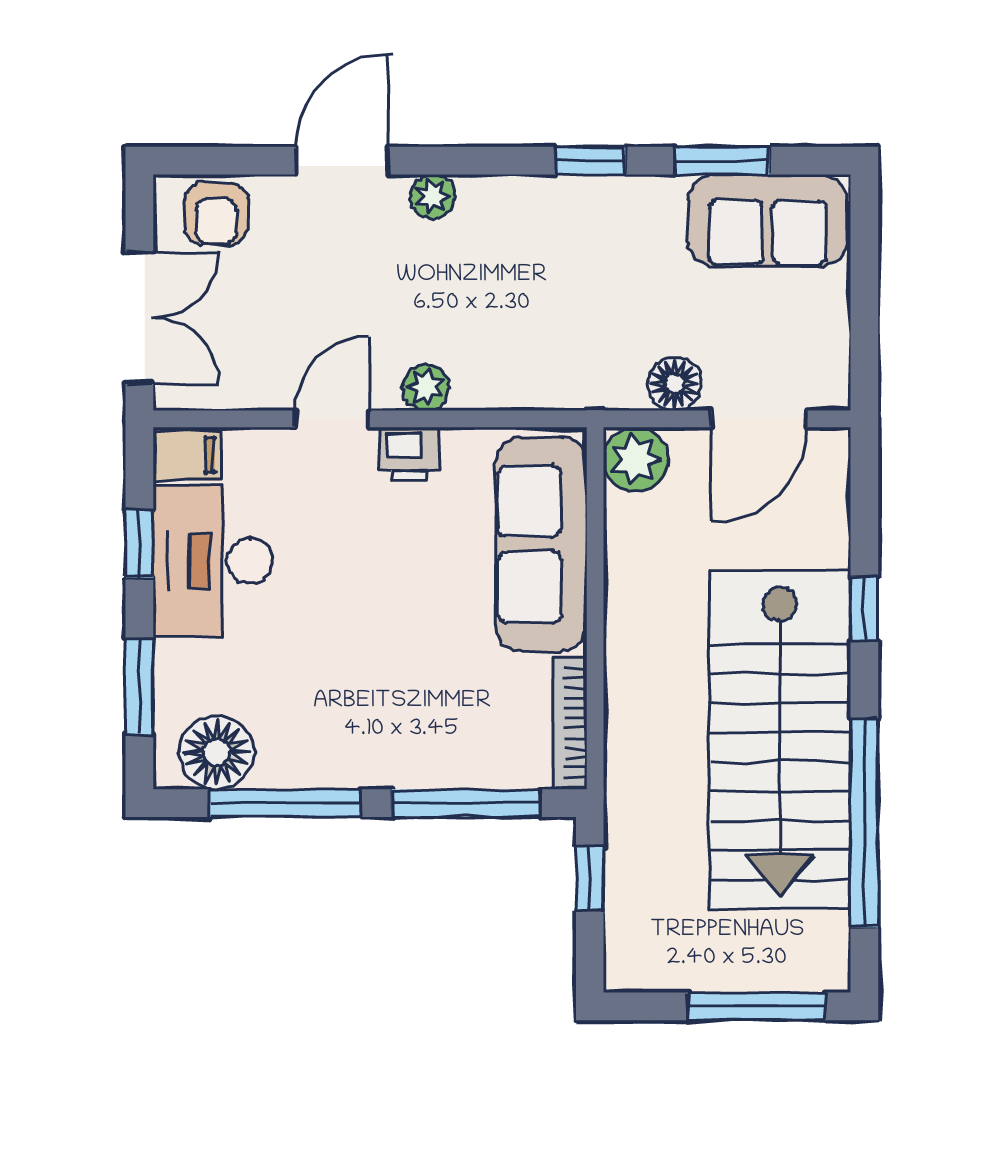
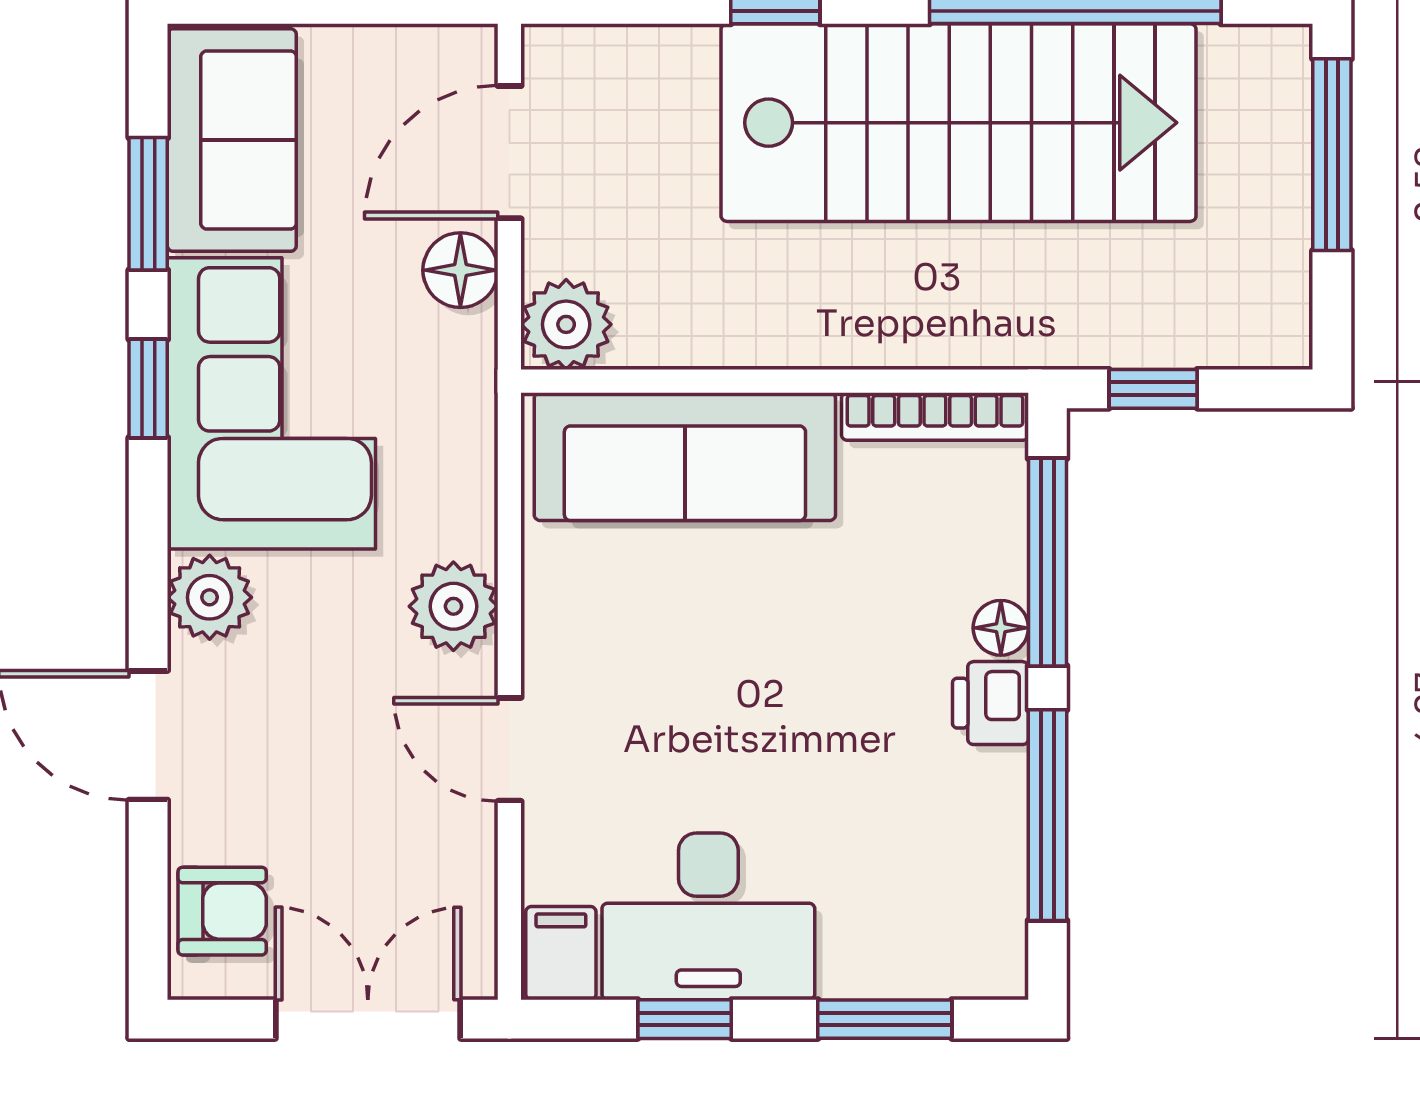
plant: (433, 196) -> (210, 597), width x1.38, depth x1.38
corner sofa: (579, 249) -> (271, 403), added
plant: (426, 387) -> (453, 606), width x1.38, depth x1.38
door: (759, 419) -> (509, 152), swing flipped
printer: (409, 454) -> (990, 703), moved, turned 180
floor lamp: (216, 752) -> (1001, 628), moved, width x0.53, depth x0.53

